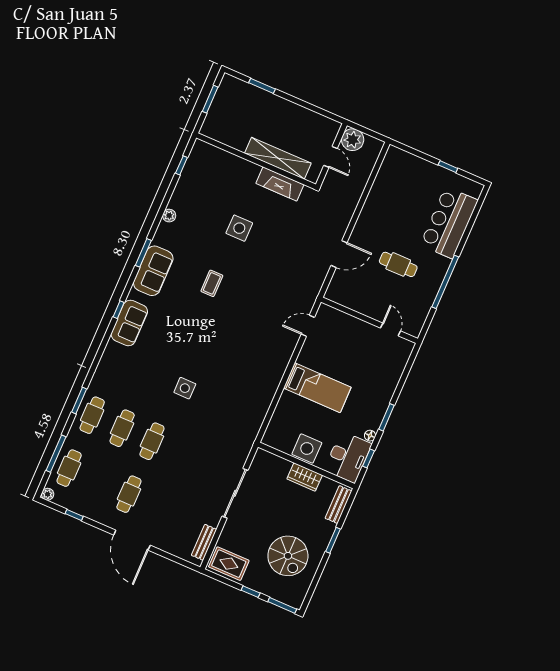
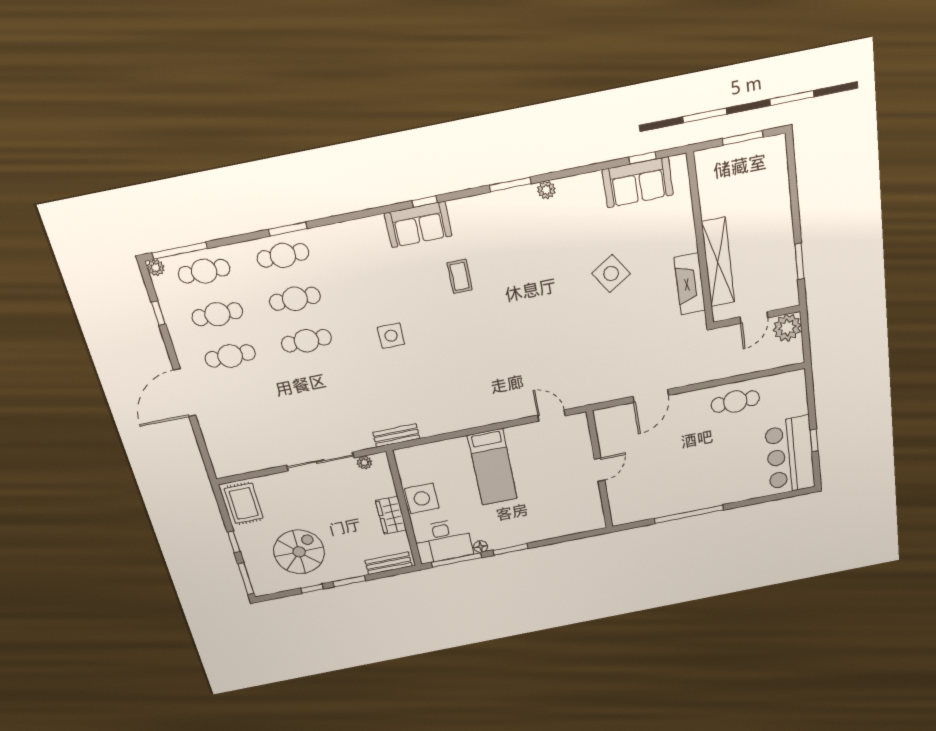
window: (262, 86) -> (799, 261), moved
plant: (169, 216) -> (546, 190), moved
bar counter: (449, 223) -> (790, 455), moved, turned -90
side table: (239, 228) -> (611, 274), turned -33
door: (339, 254) -> (651, 396), hinge flipped
cafe table: (398, 264) -> (735, 402), moved, turned 90
sofa: (153, 271) -> (638, 182), moved
coffee table: (212, 283) -> (460, 276), moved, turned 90
door: (390, 329) -> (599, 470), moved
window: (56, 454) -> (180, 251), moved
window: (369, 458) -> (456, 560), width x2.17
plant: (256, 466) -> (364, 462), added
cafe table: (99, 481) -> (217, 314), added
bench: (204, 542) -> (396, 435), moved
spiral stairs: (288, 556) -> (299, 552), turned 180
window: (321, 569) -> (312, 589), added

